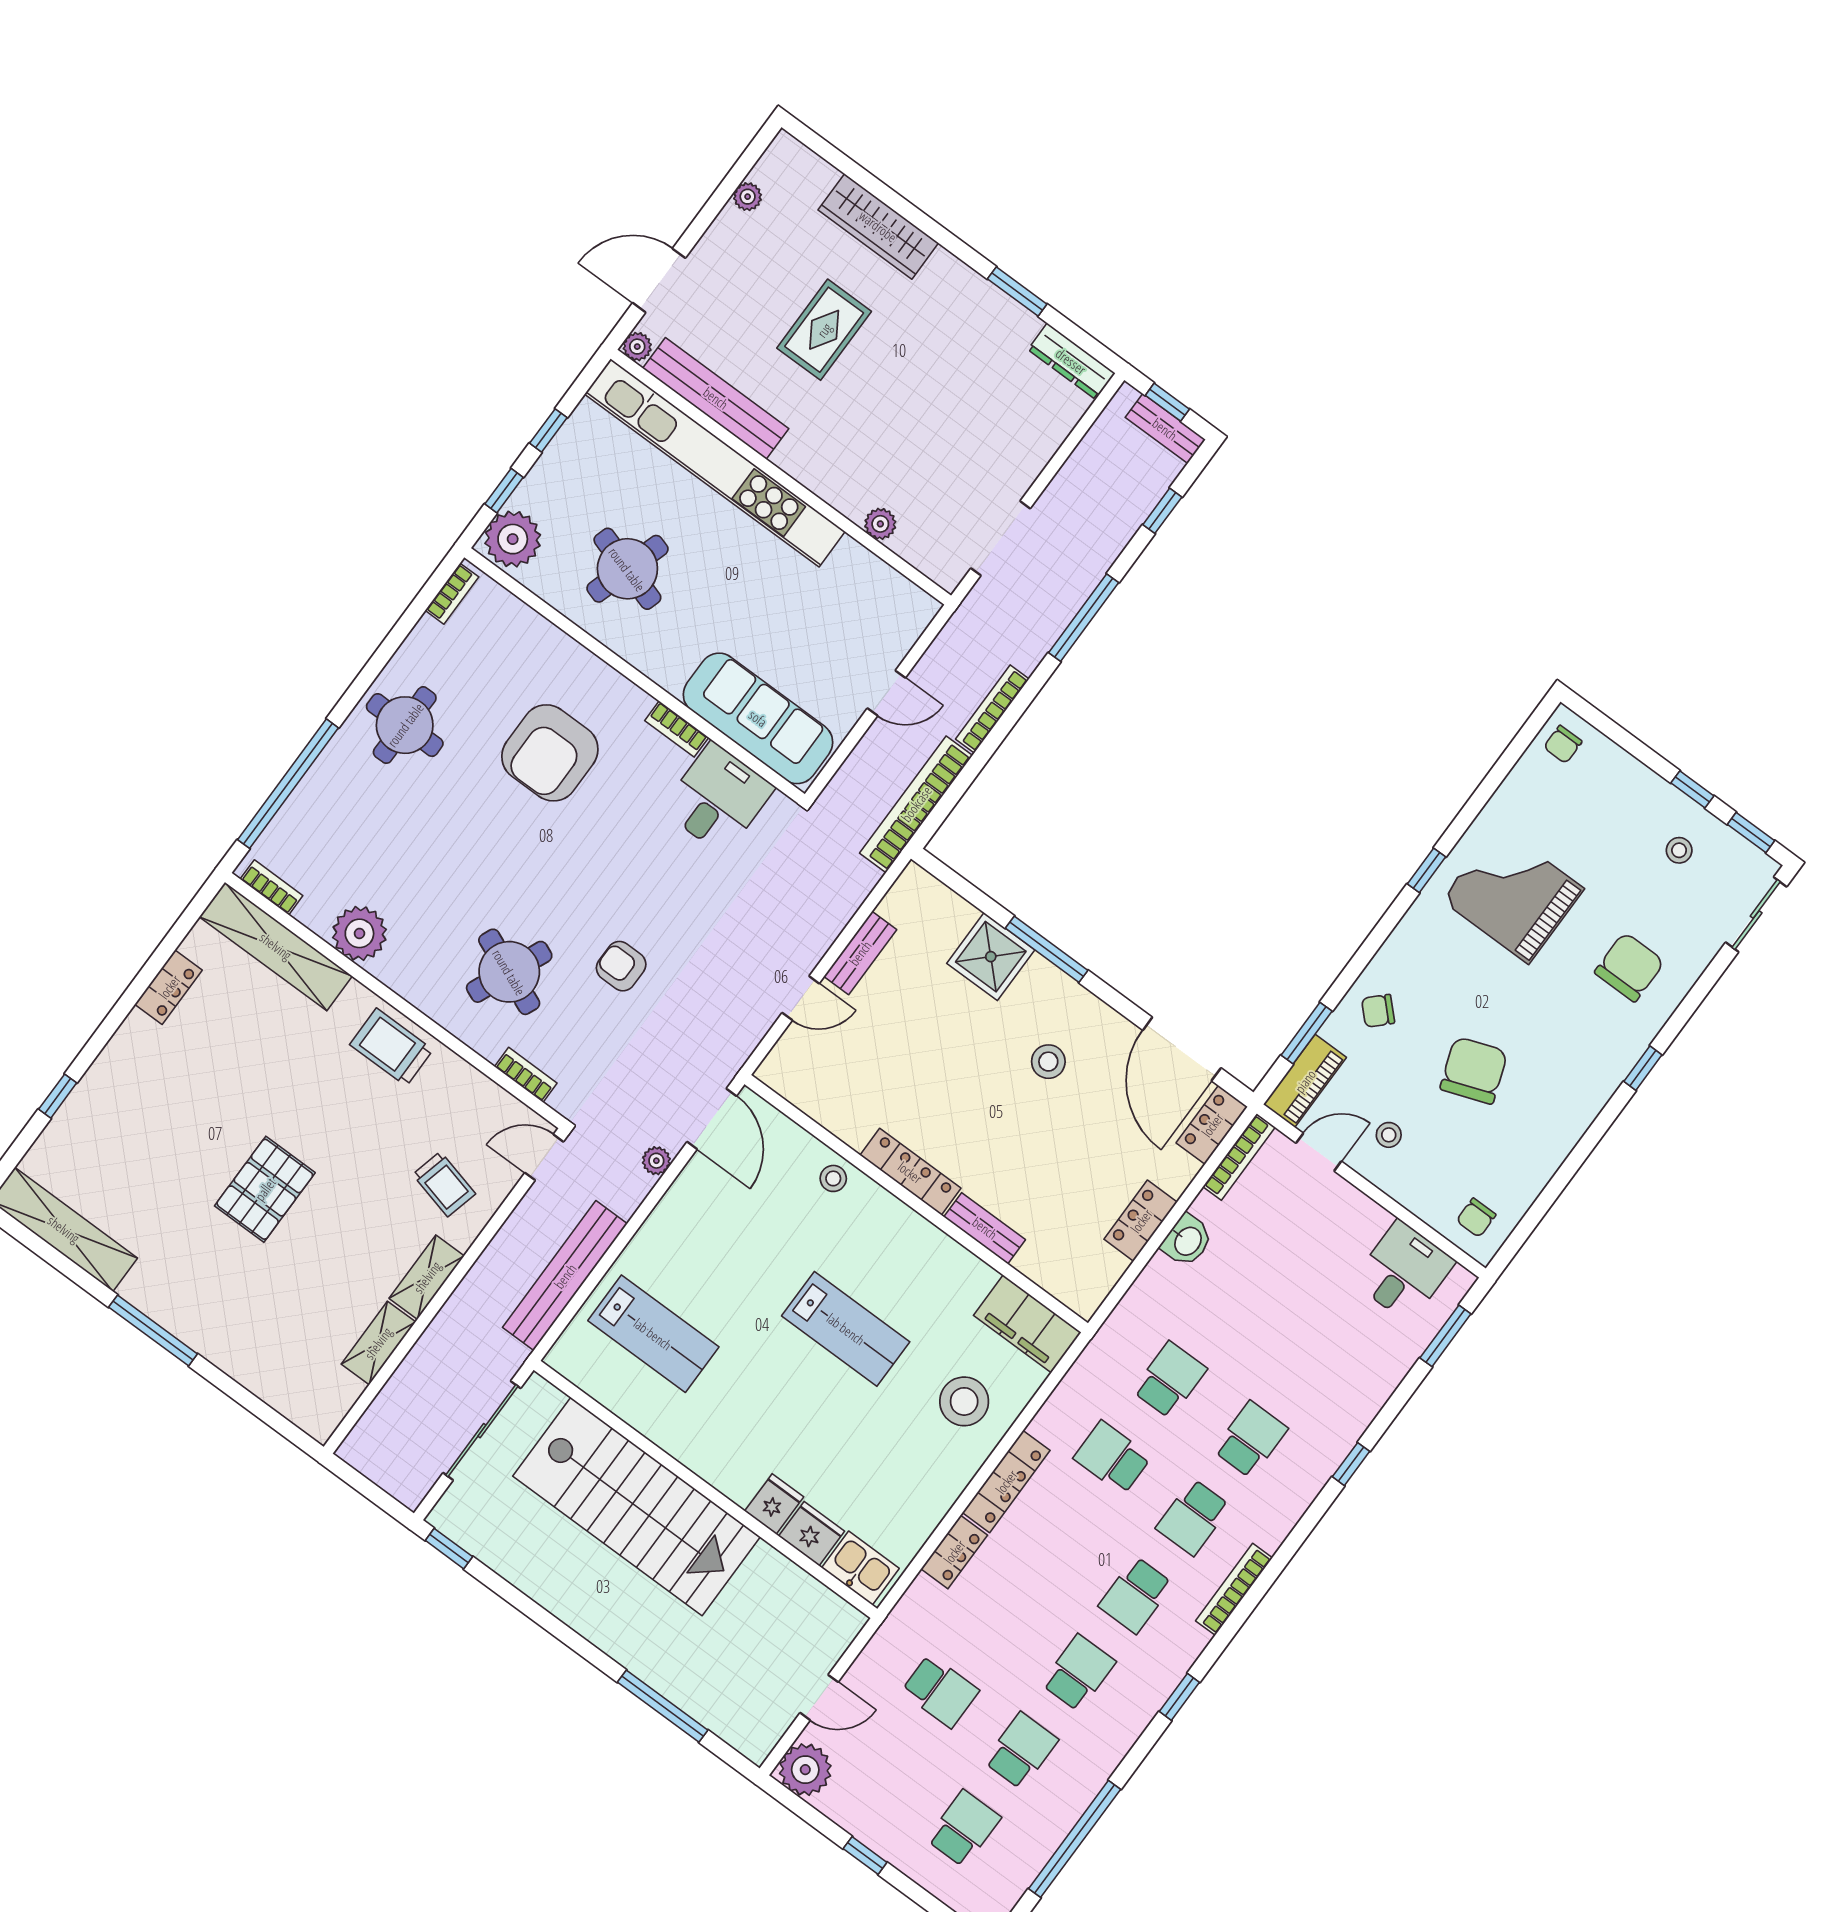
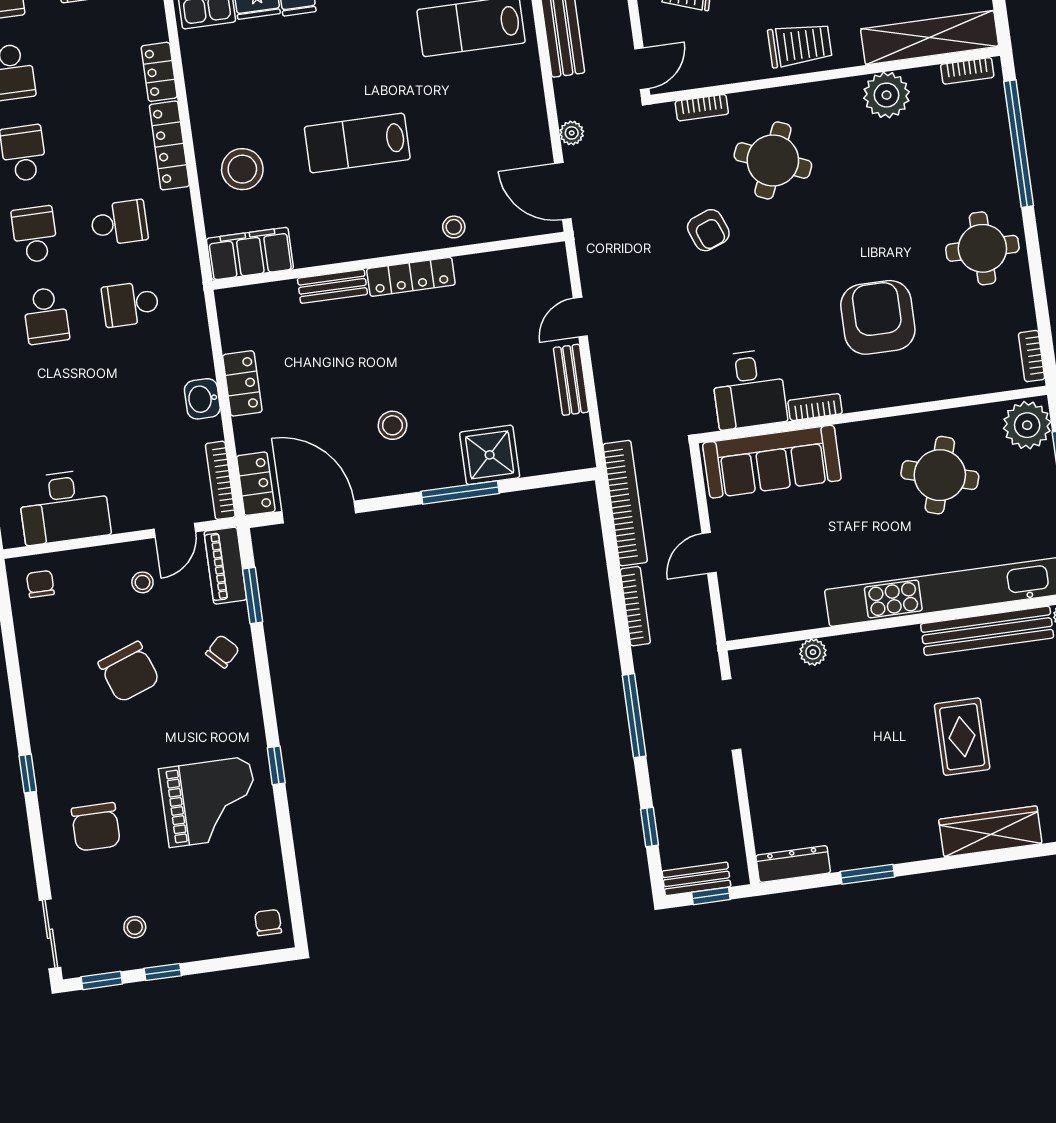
armchair: (621, 966) -> (708, 230), turned 69
desk: (1404, 1271) -> (64, 507), width x1.37
school desk: (1170, 1380) -> (130, 304), turned 90

